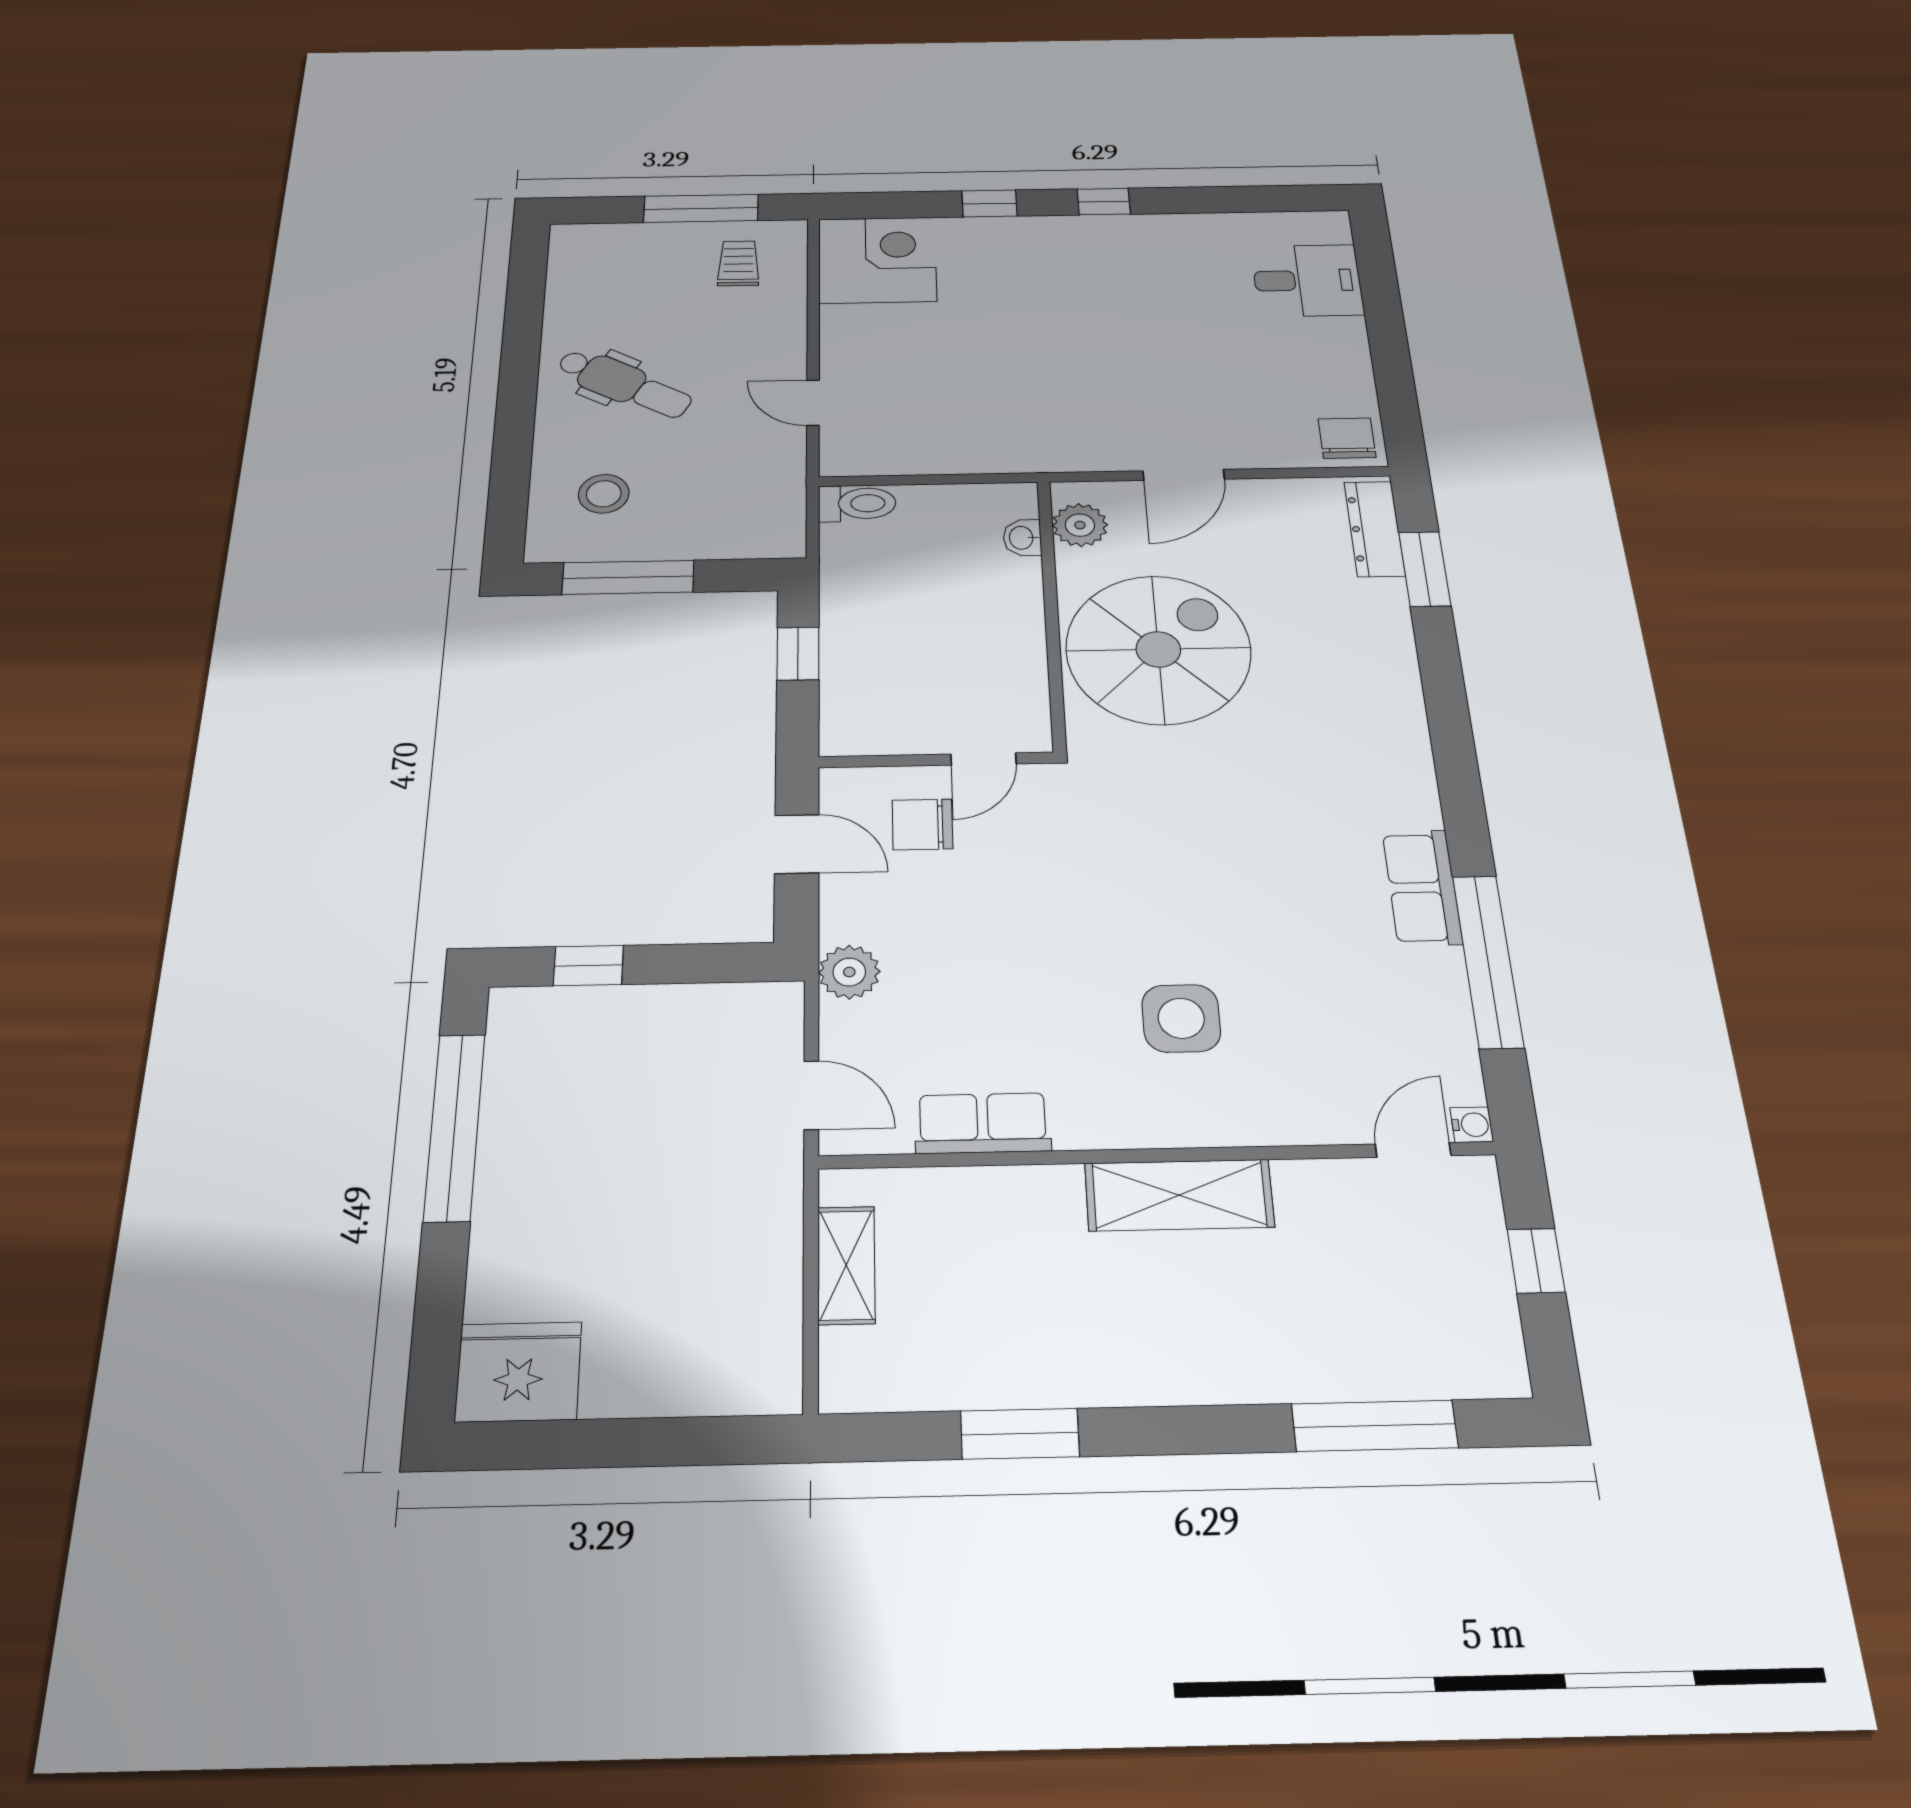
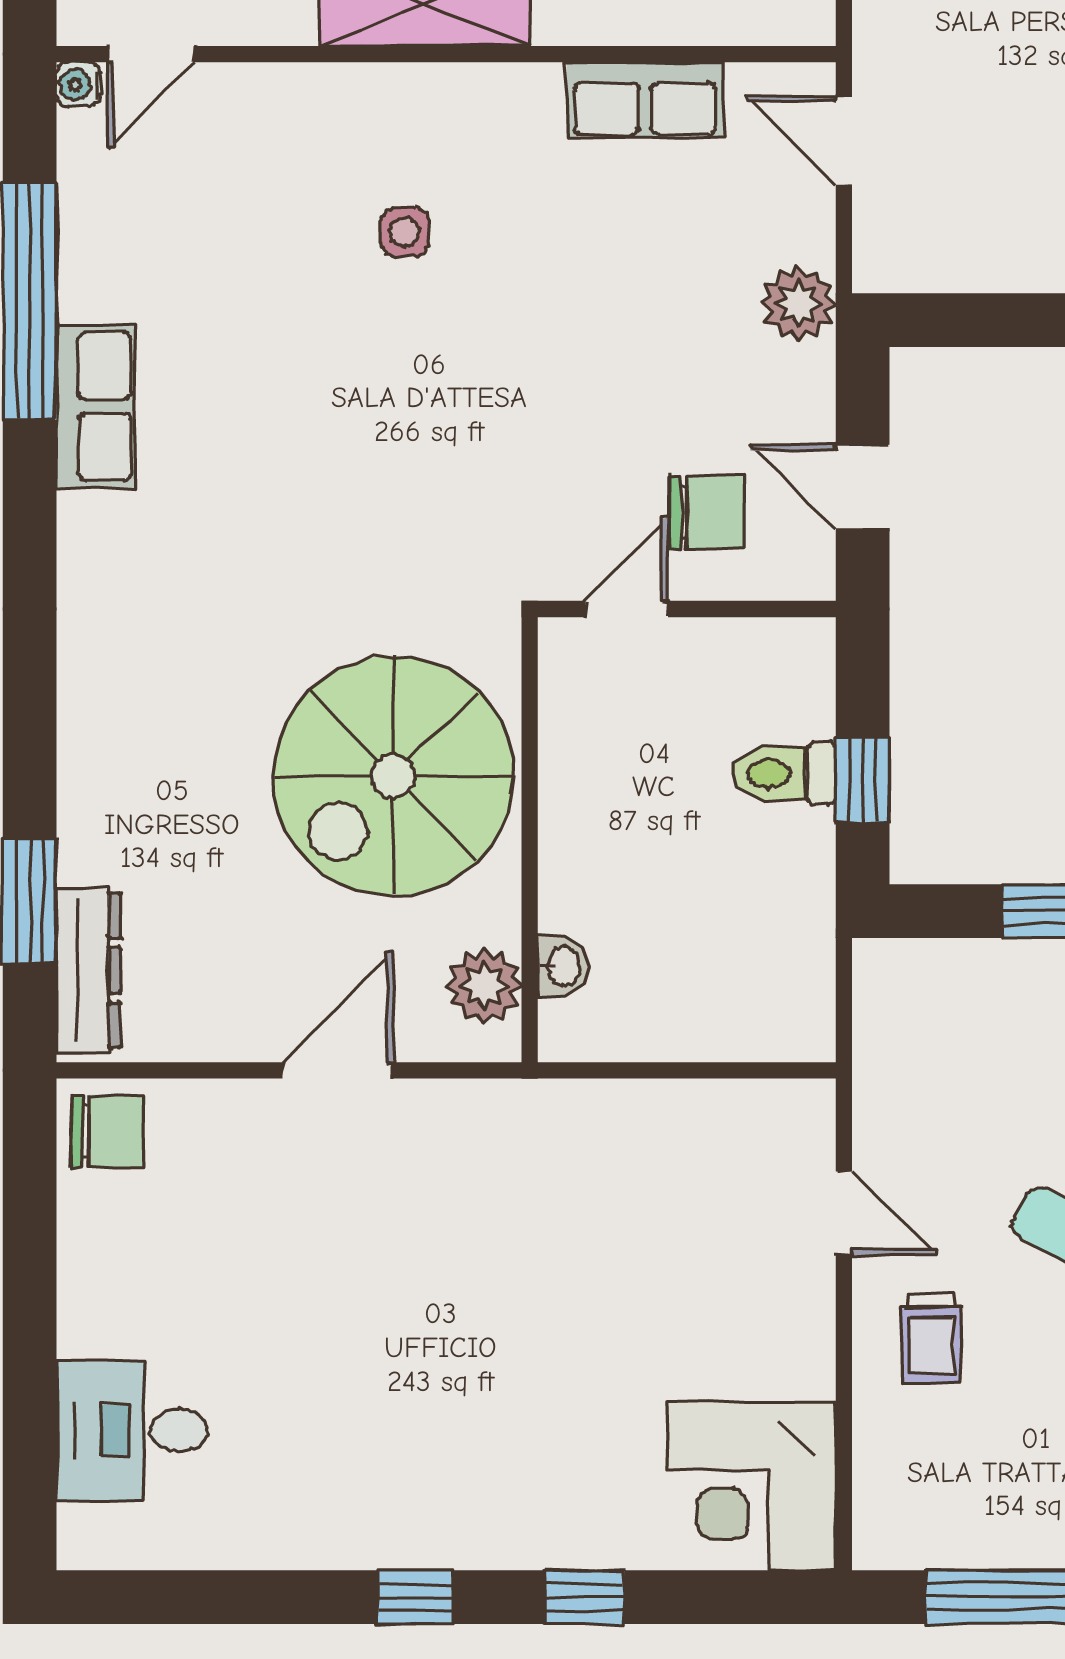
trolley: (738, 263) -> (932, 1339), moved
chair: (1347, 438) -> (108, 1131), turned -90
toilet: (857, 503) -> (784, 773), moved
side table: (1181, 1018) -> (405, 232), width x0.54, depth x0.54

